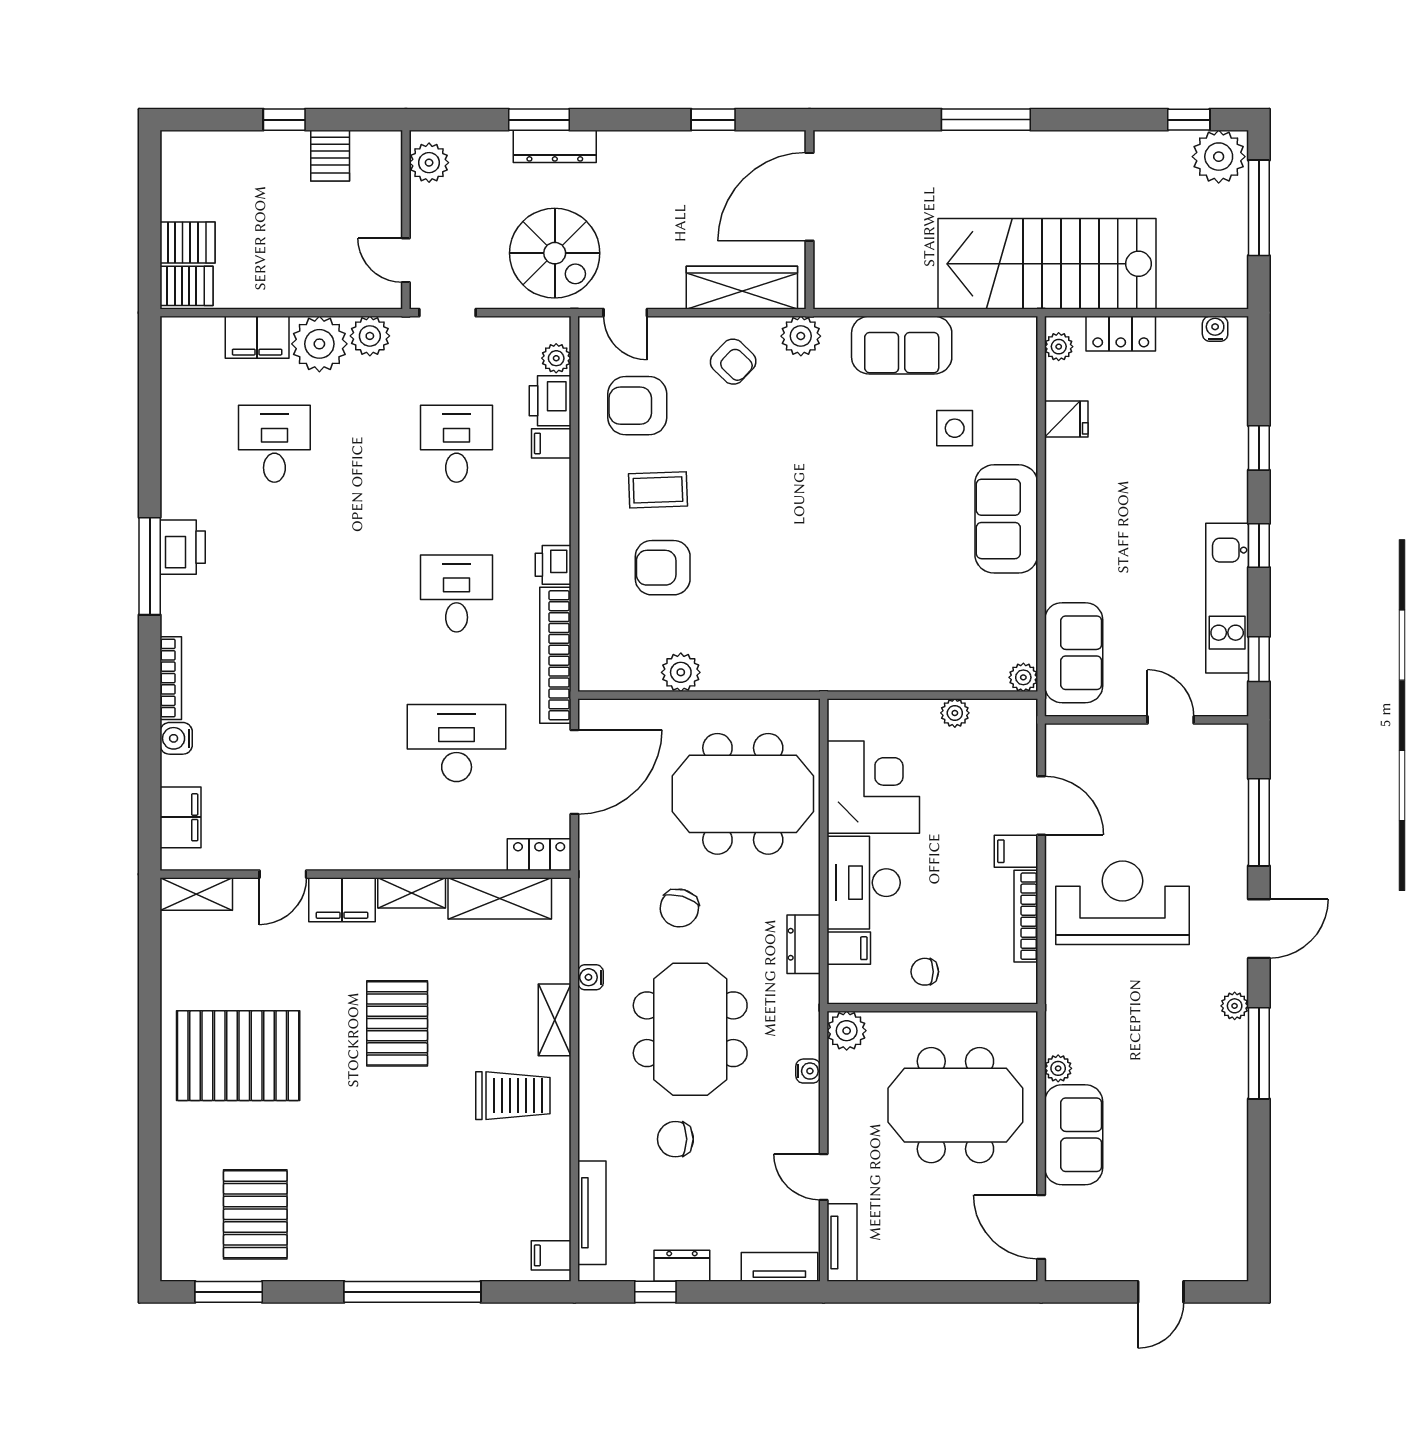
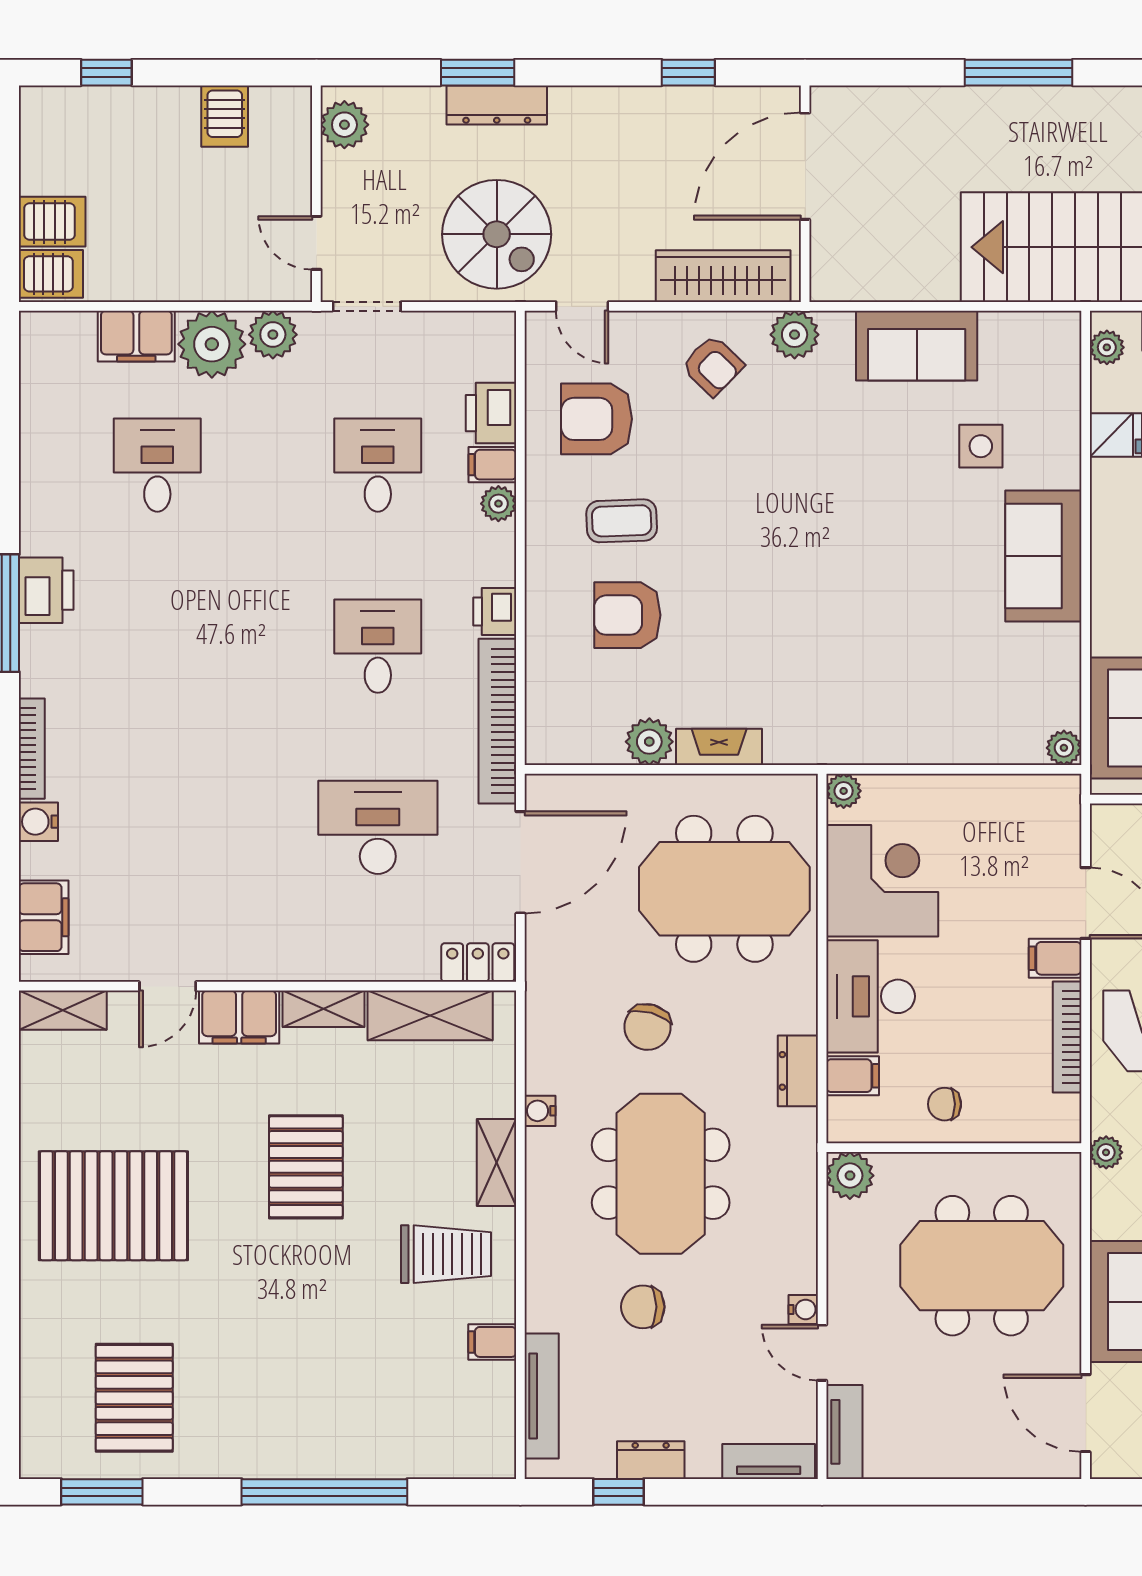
window: (284, 120) -> (106, 73), moved
plant: (556, 358) -> (498, 504), moved
fireplace: (738, 677) -> (719, 747), added
plant: (955, 713) -> (844, 791), moved
plant: (1058, 1068) -> (1106, 1152), moved
water cooler: (808, 1071) -> (803, 1309), moved
filing cabinet: (551, 1255) -> (492, 1342), moved

